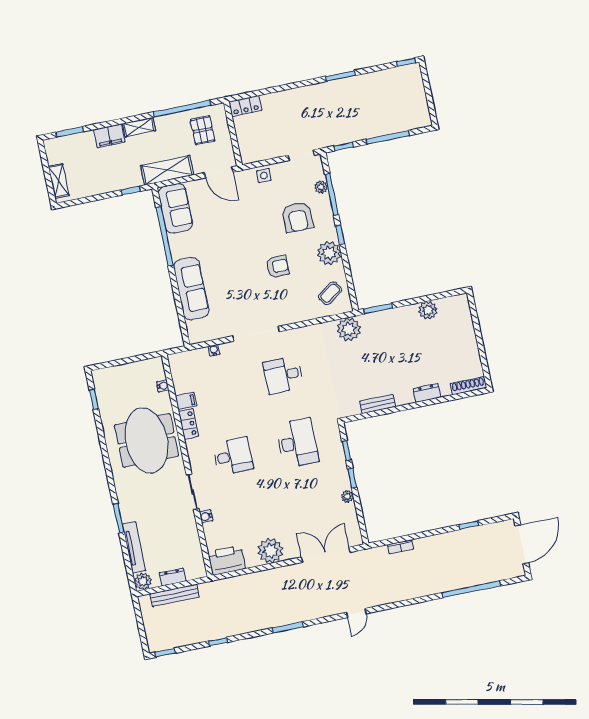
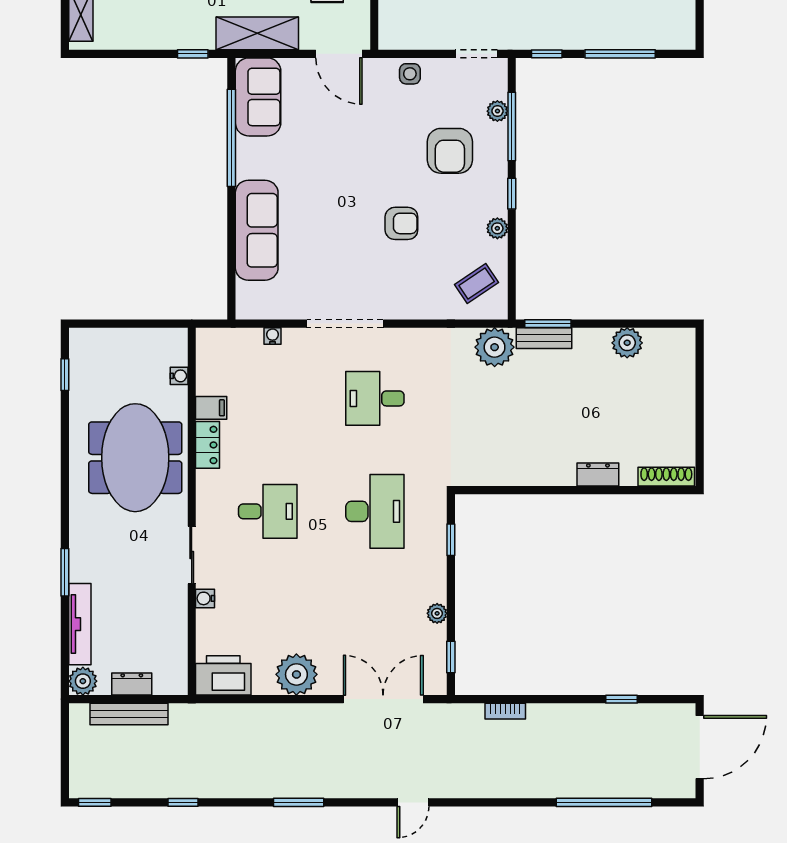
plant: (329, 253) -> (497, 228), width x0.53, depth x0.53
bench: (377, 404) -> (544, 338), moved
window: (352, 478) -> (451, 657), moved

